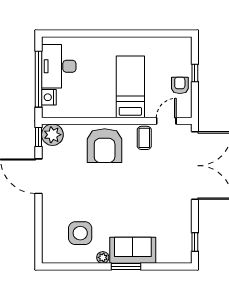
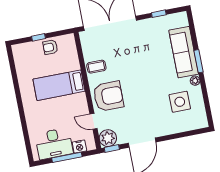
window: (39, 79) -> (67, 157), width x0.68
door: (166, 121) -> (93, 121), moved
window: (195, 242) -> (159, 14), moved
sofa: (133, 250) -> (184, 52), width x1.36

